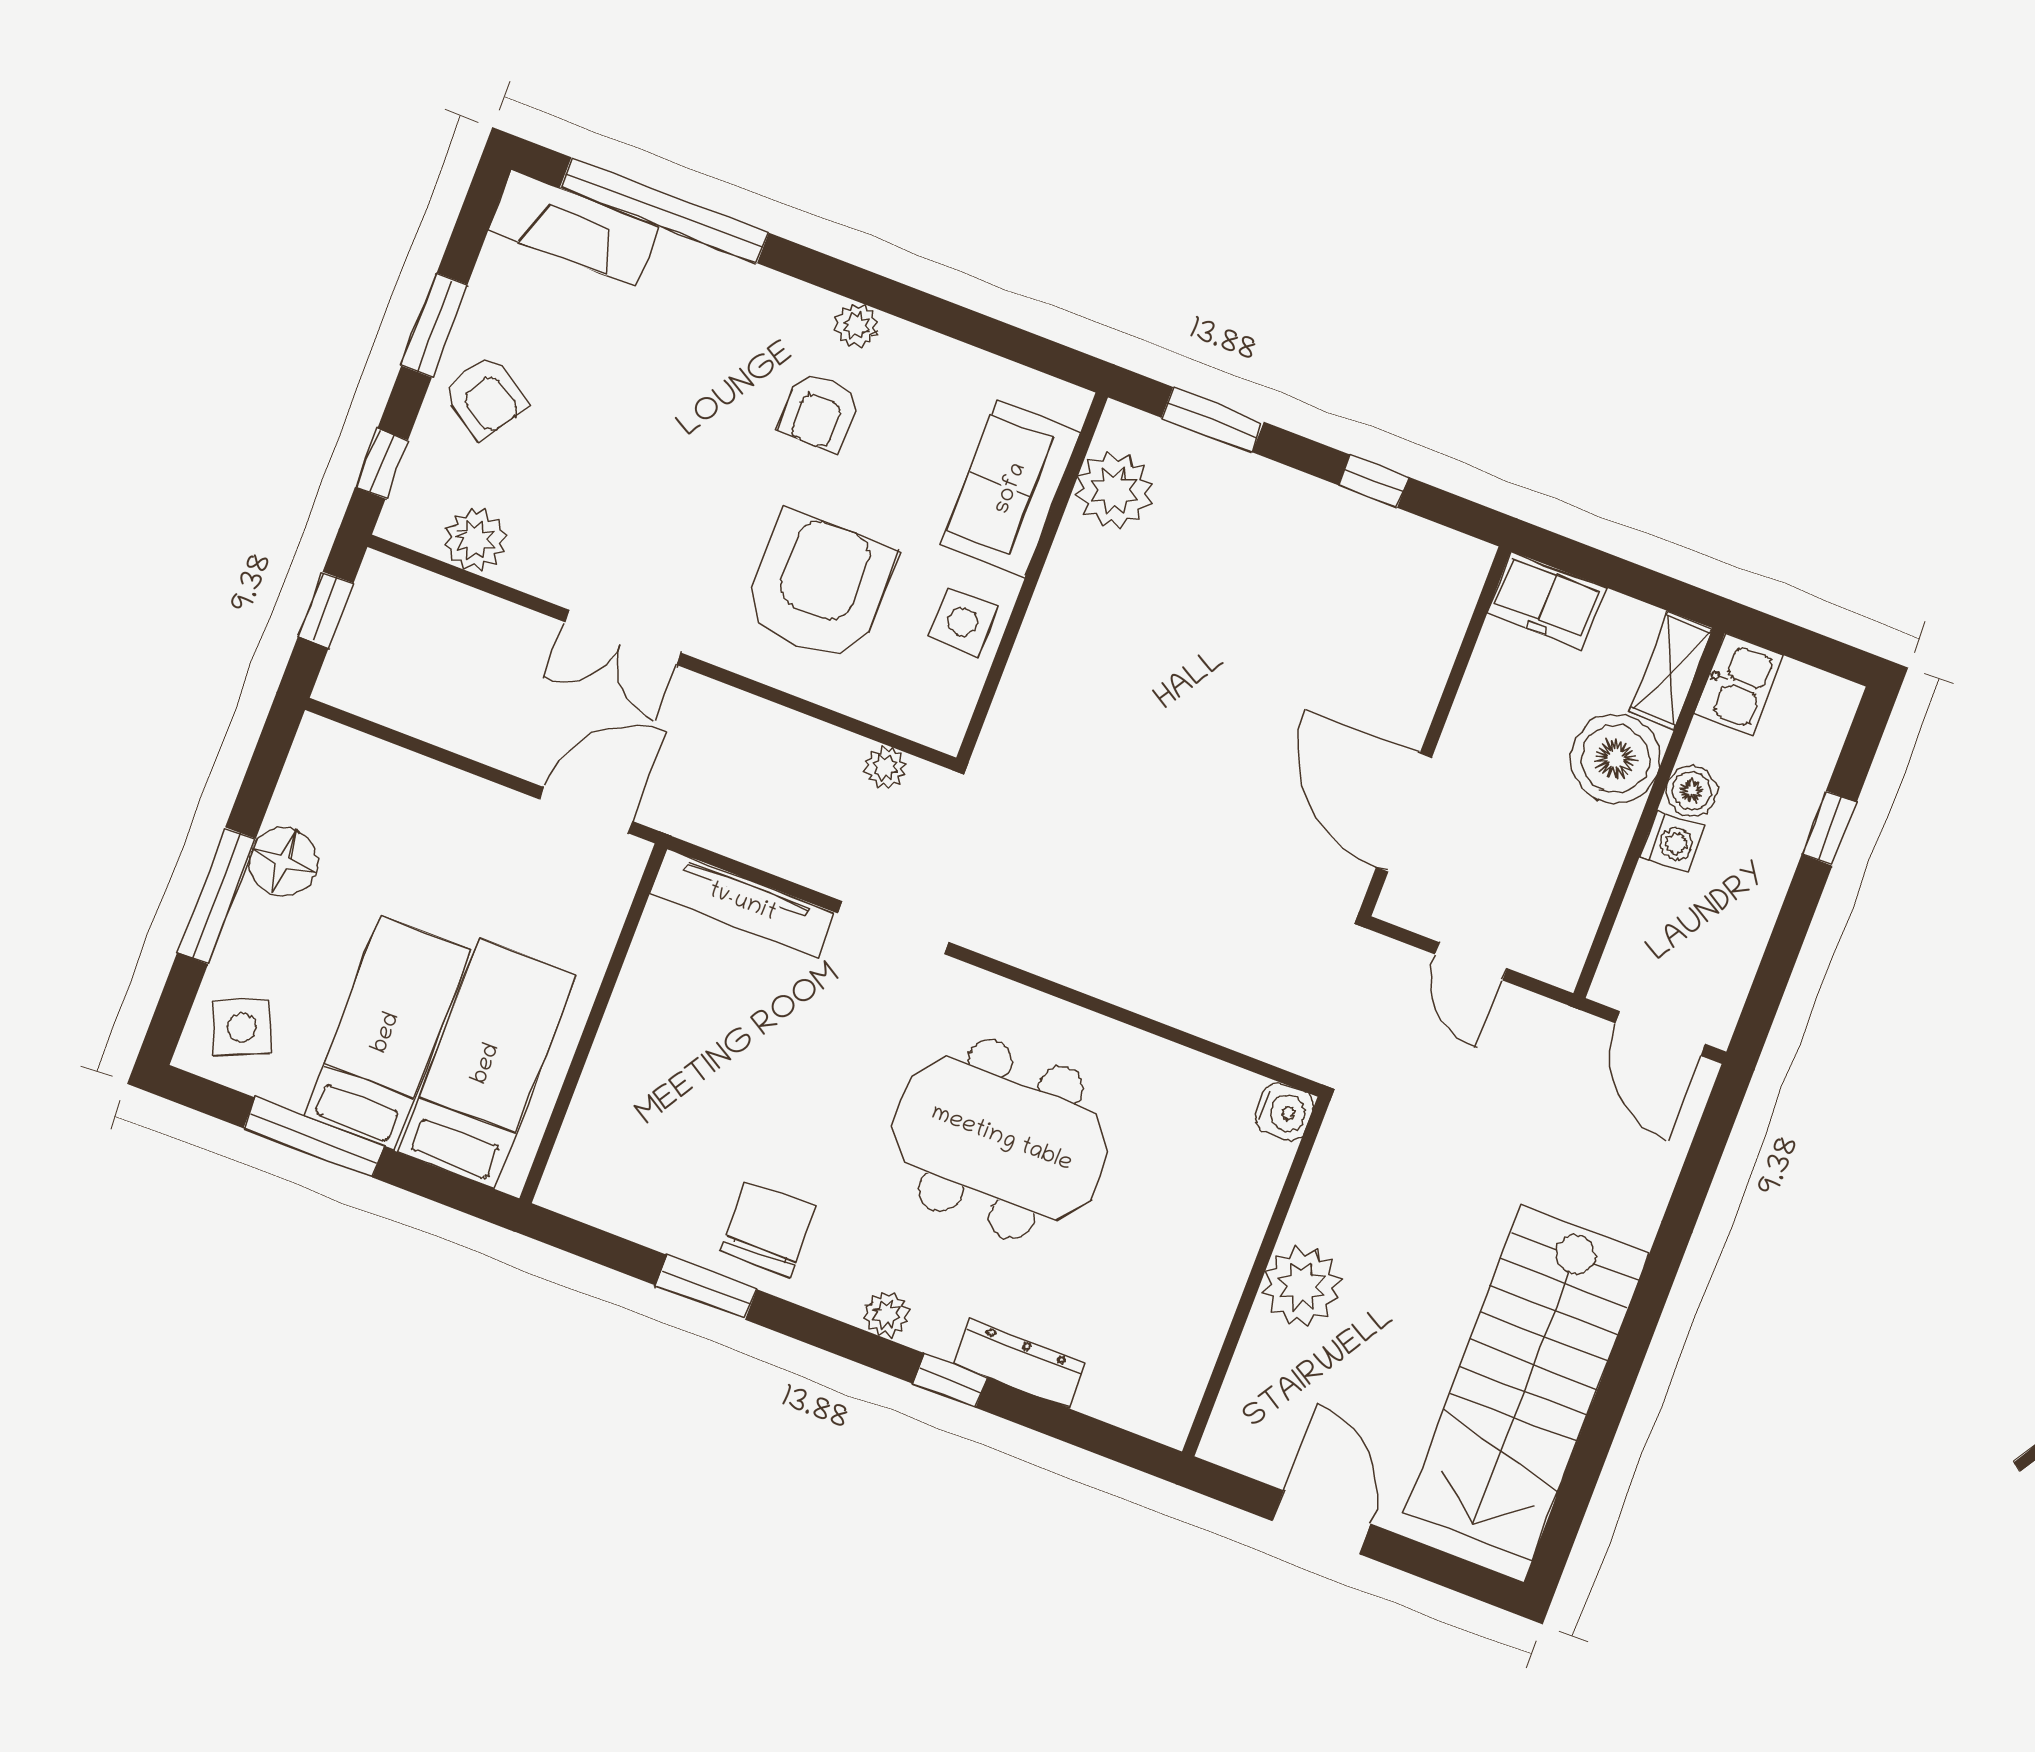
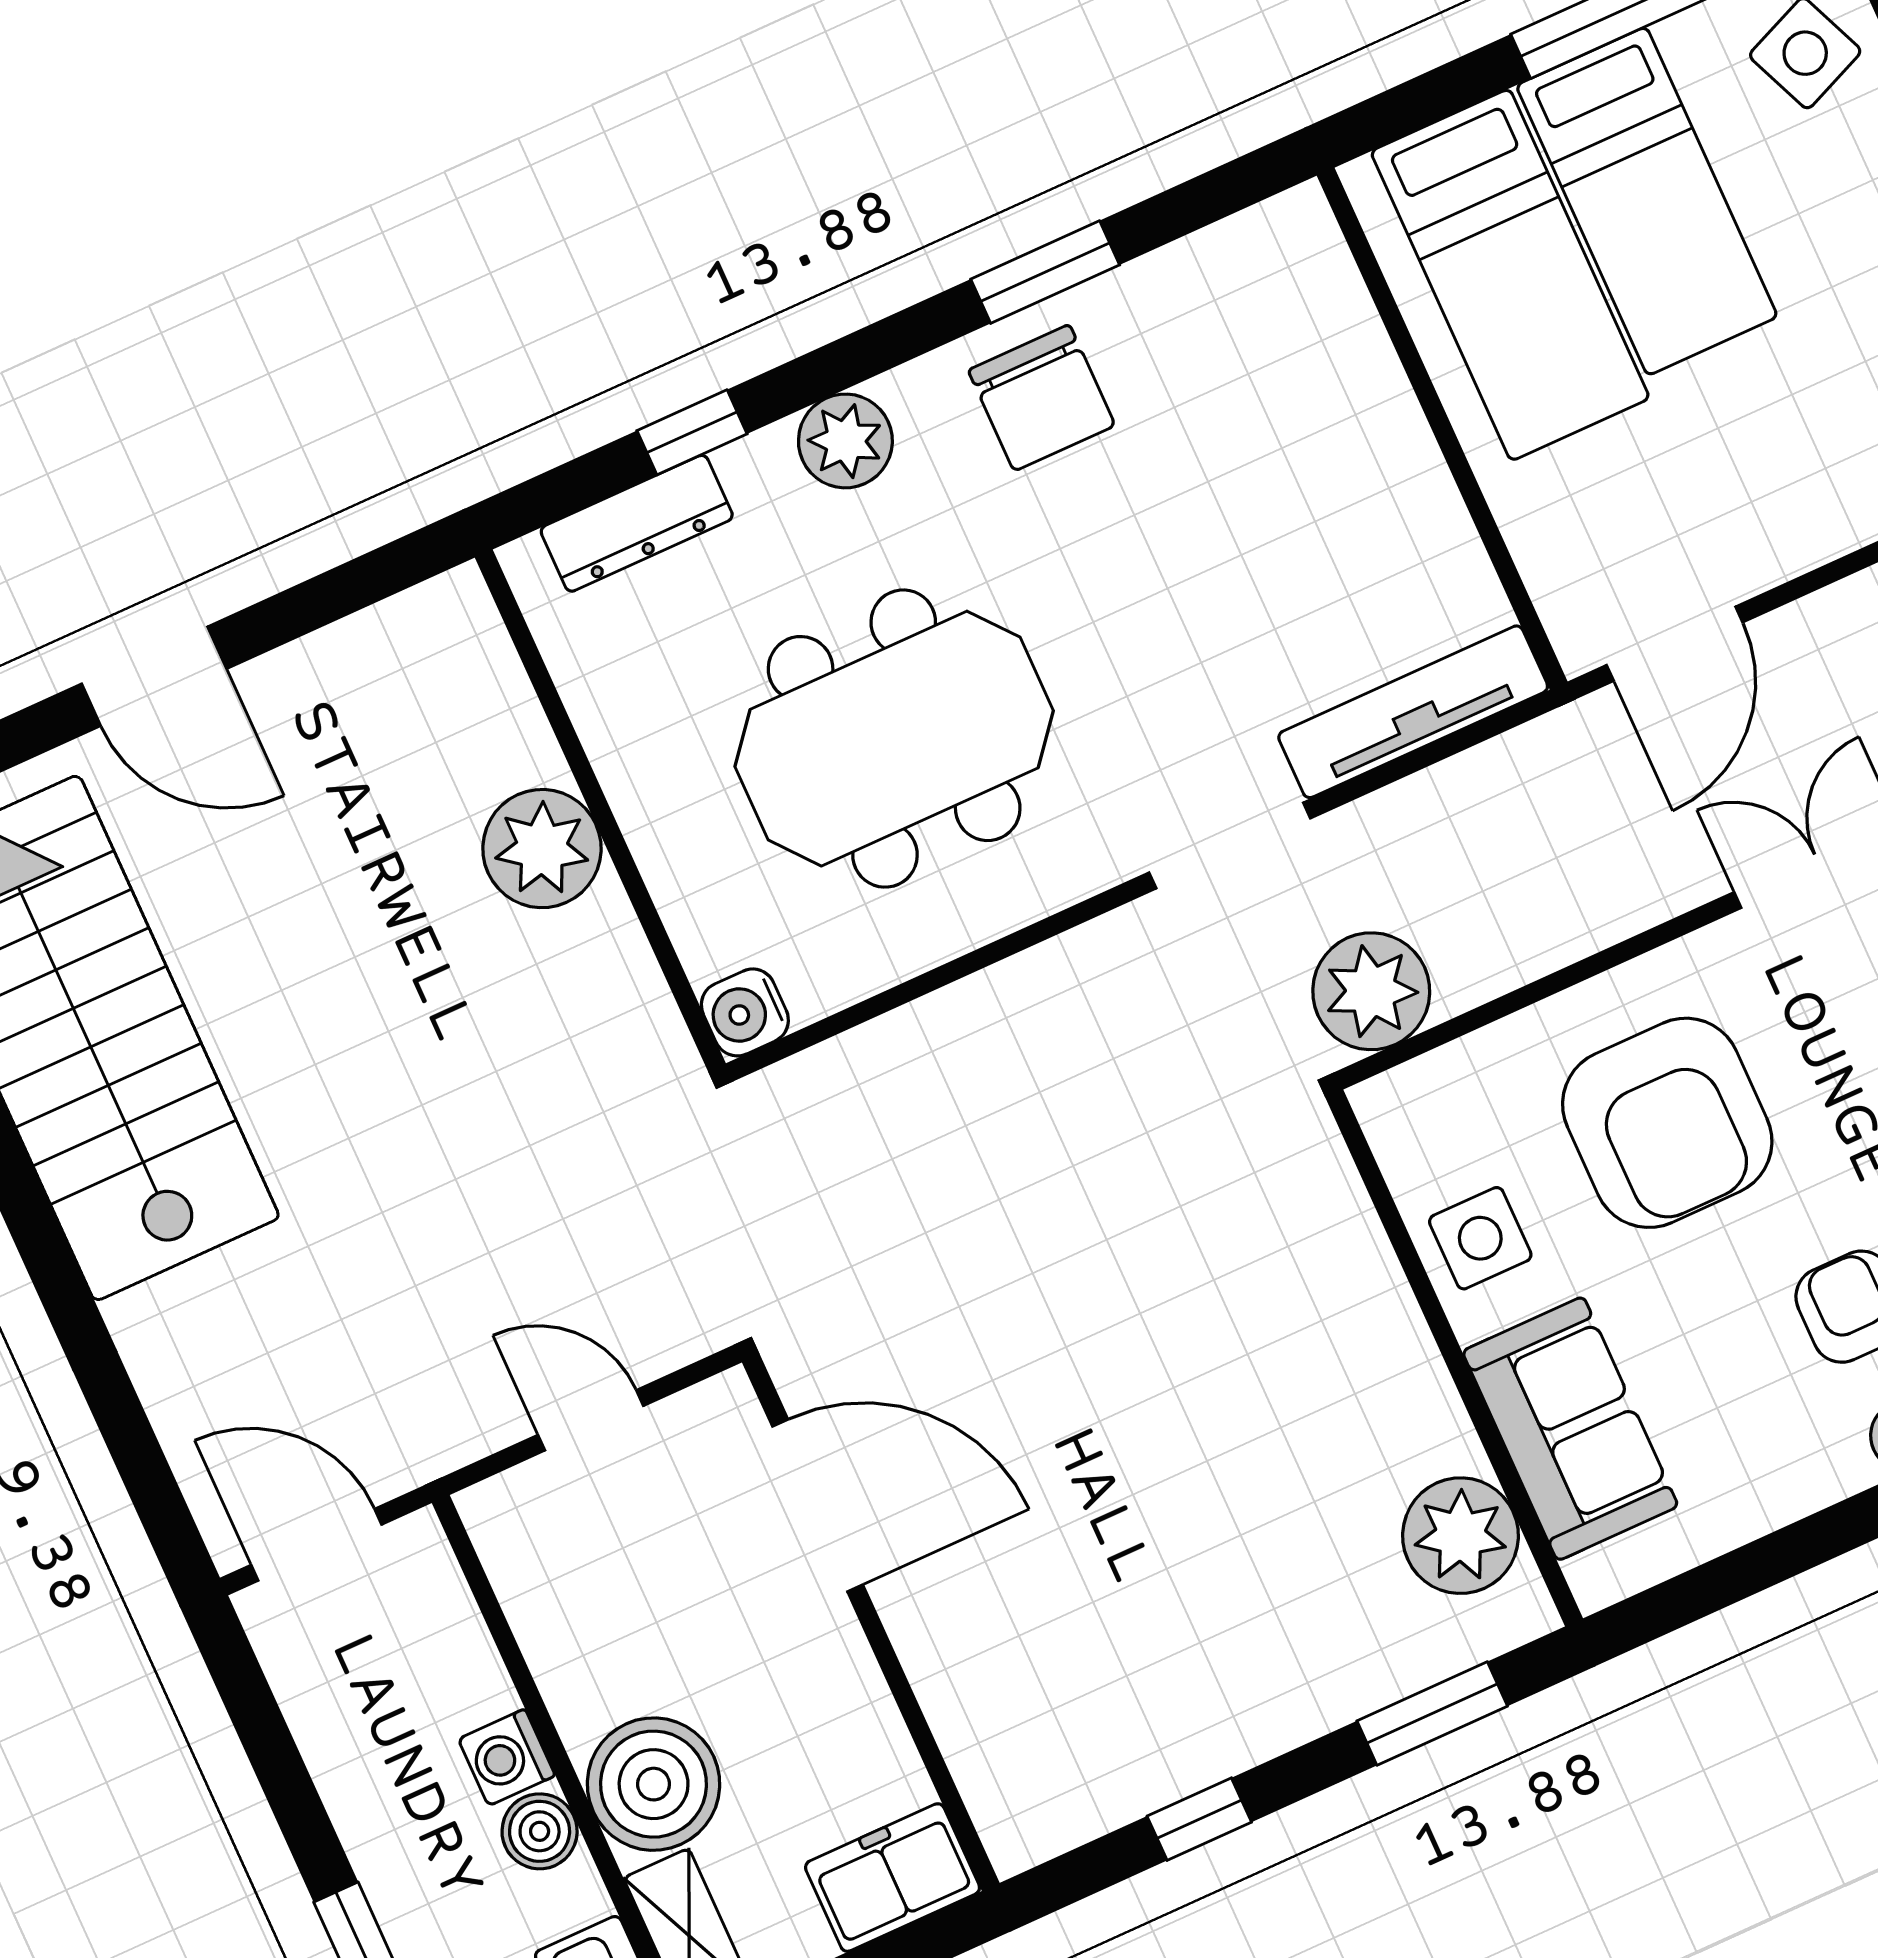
plant: (885, 767) -> (1371, 991), width x1.88, depth x1.88
water cooler: (1284, 1112) -> (745, 1012), moved
wall: (1256, 1276) -> (600, 810), moved
plant: (1302, 1286) -> (542, 849), moved
plant: (887, 1314) -> (845, 441), width x1.38, depth x1.38

